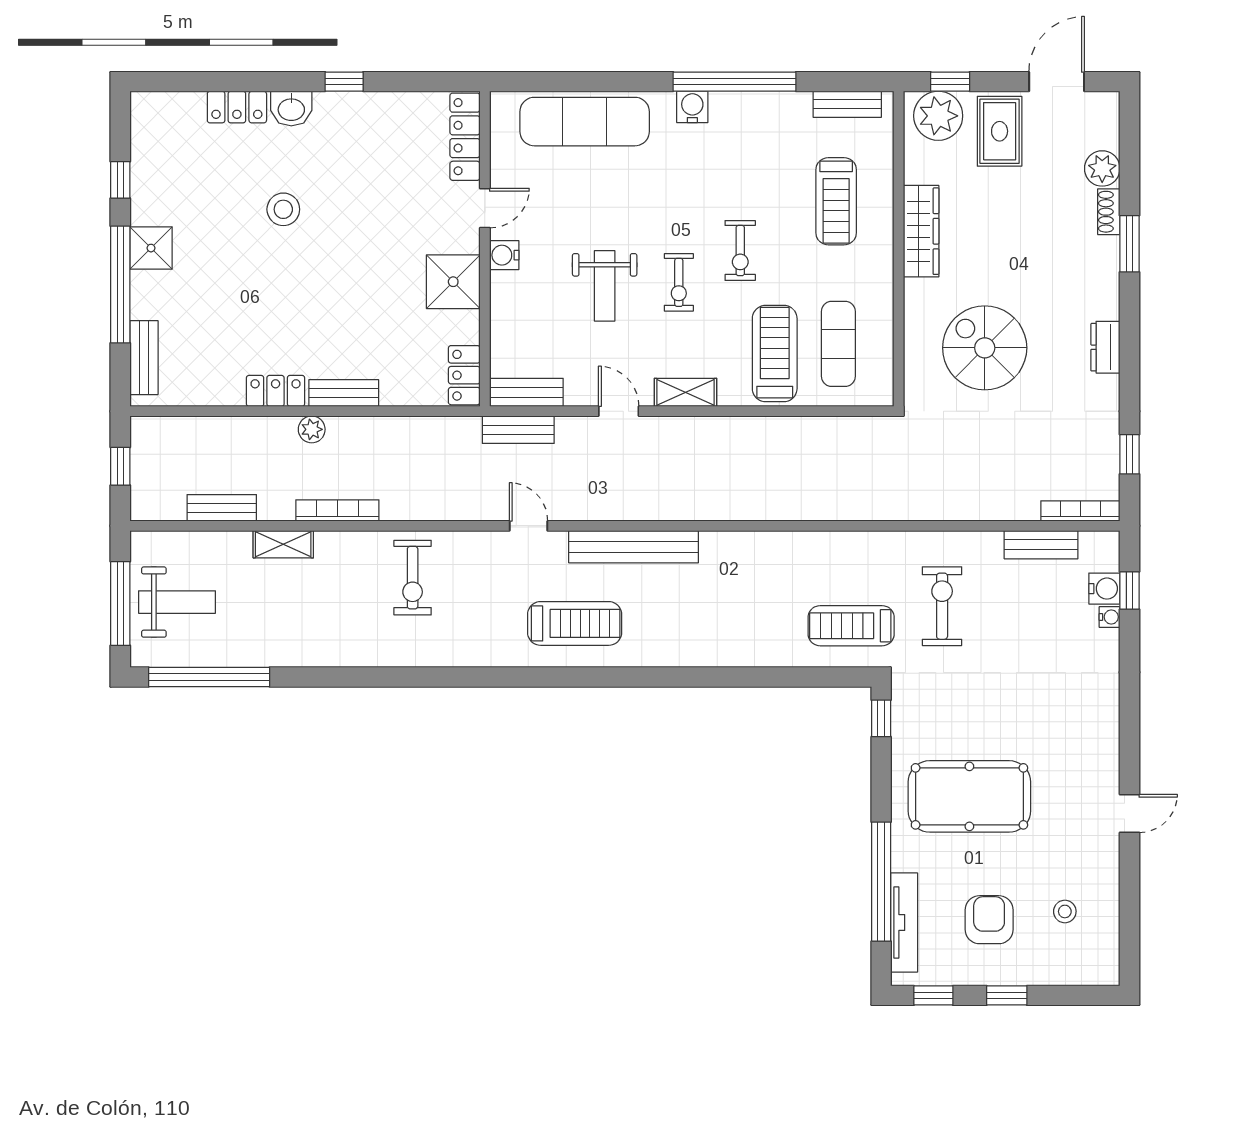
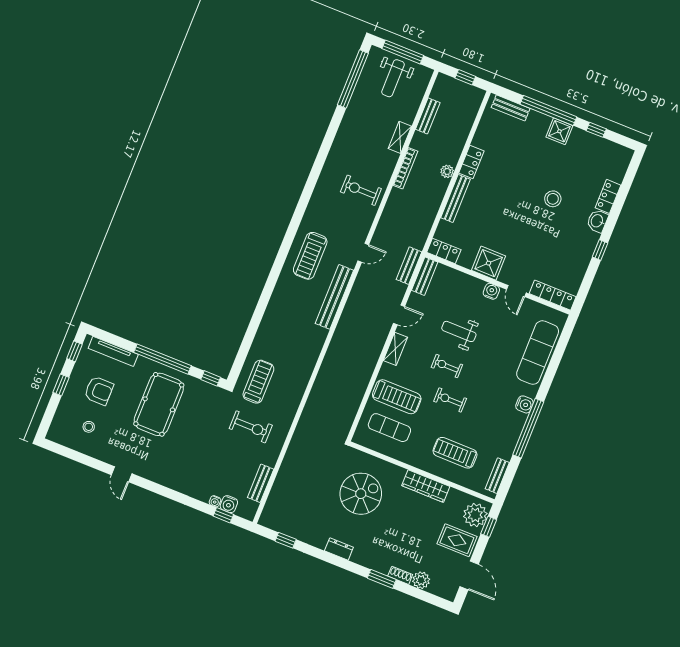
bench: (344, 393) -> (455, 198), width x1.36
bookcase: (1080, 511) -> (269, 507), removed
window: (881, 882) -> (163, 359), moved

